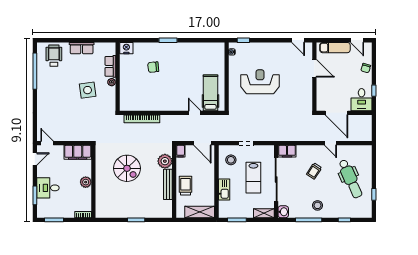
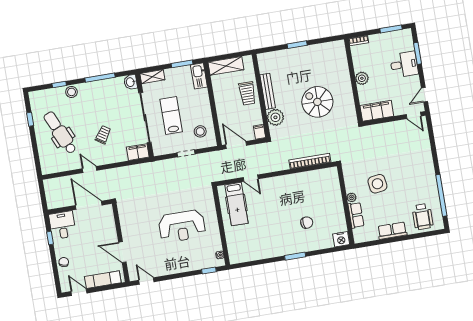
kitchen sink: (224, 189) -> (199, 76), moved
stool: (318, 205) -> (71, 92), moved

